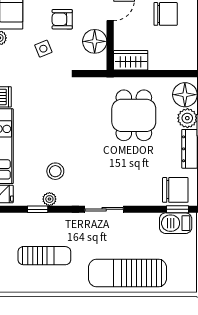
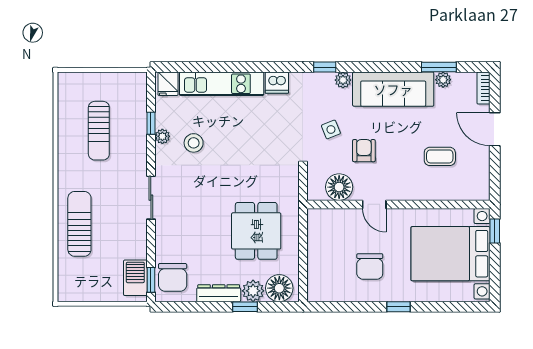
wardrobe: (131, 60) -> (318, 227), removed
dining table: (134, 115) -> (256, 231), turned 90
sun lounger: (128, 273) -> (79, 224), width x0.73, depth x0.75

